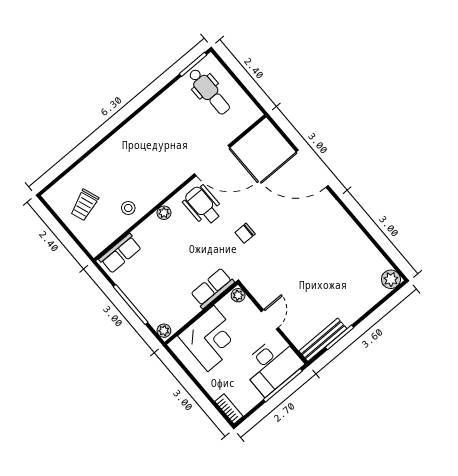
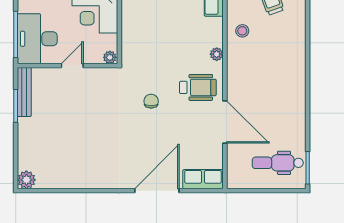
door: (212, 161) -> (225, 122), swing flipped
row of seats: (212, 288) -> (203, 179), moved, turned -90
door: (270, 319) -> (72, 66), swing flipped

